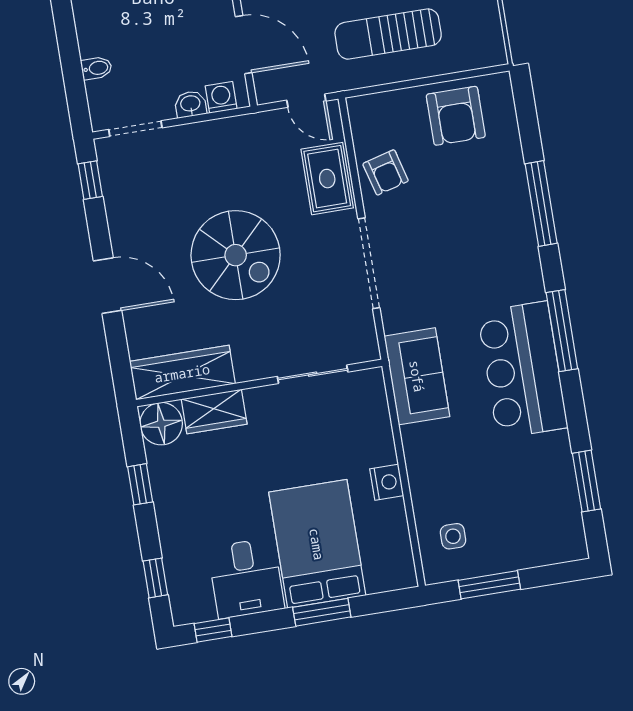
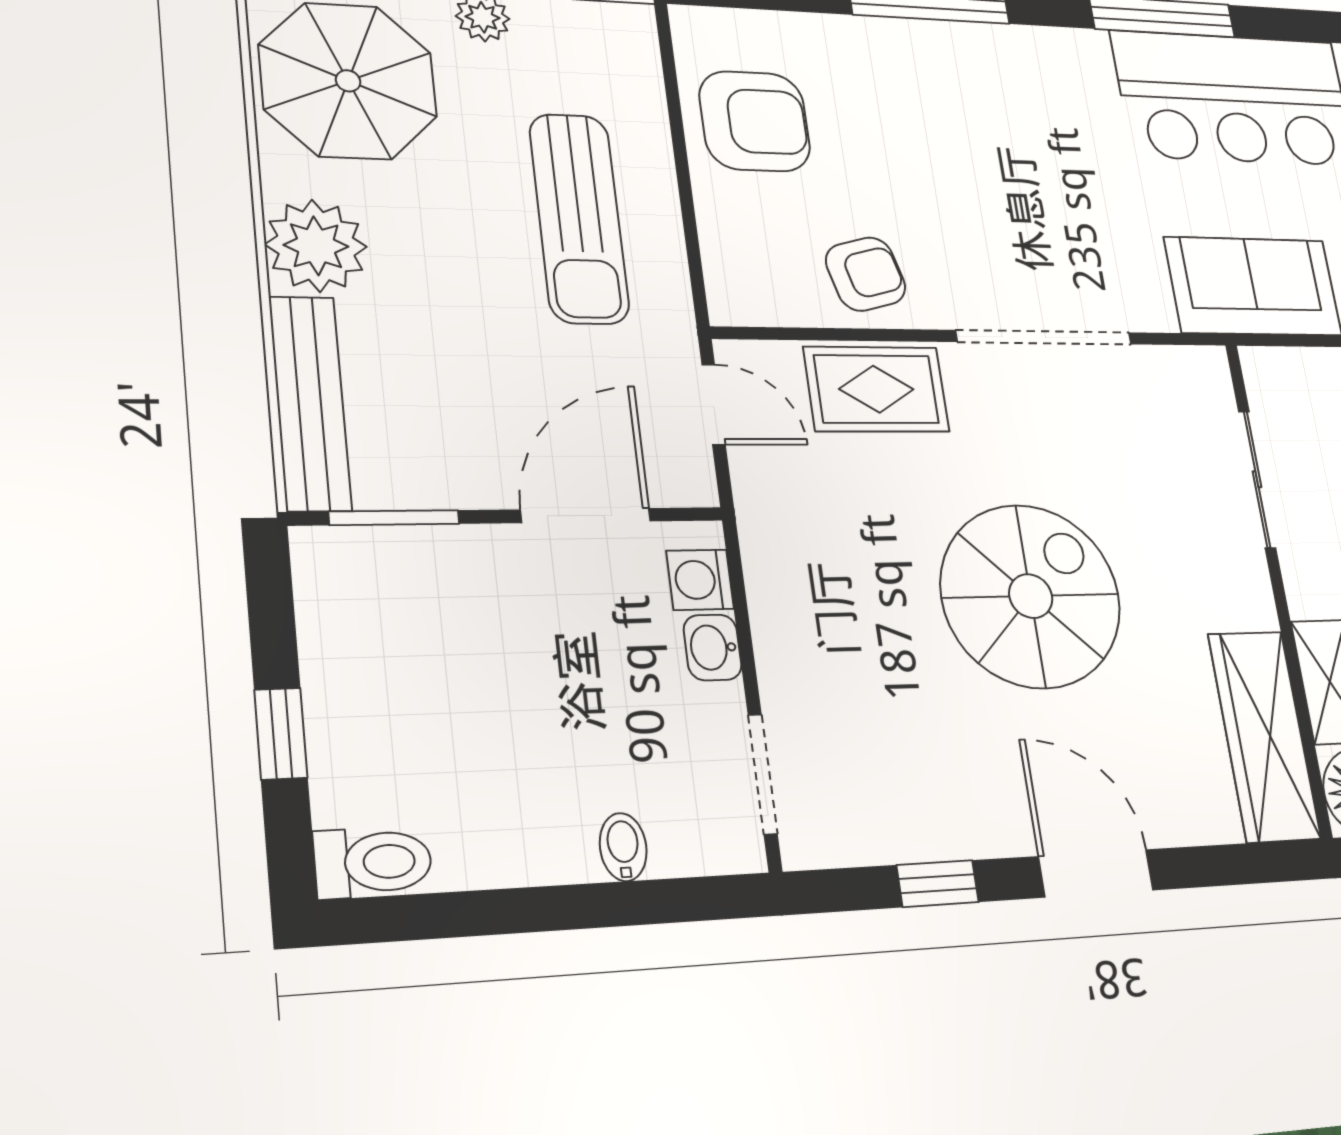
door: (306, 101) -> (714, 404), hinge flipped
window: (90, 180) -> (938, 884), moved
door: (108, 286) -> (1096, 873), hinge flipped

